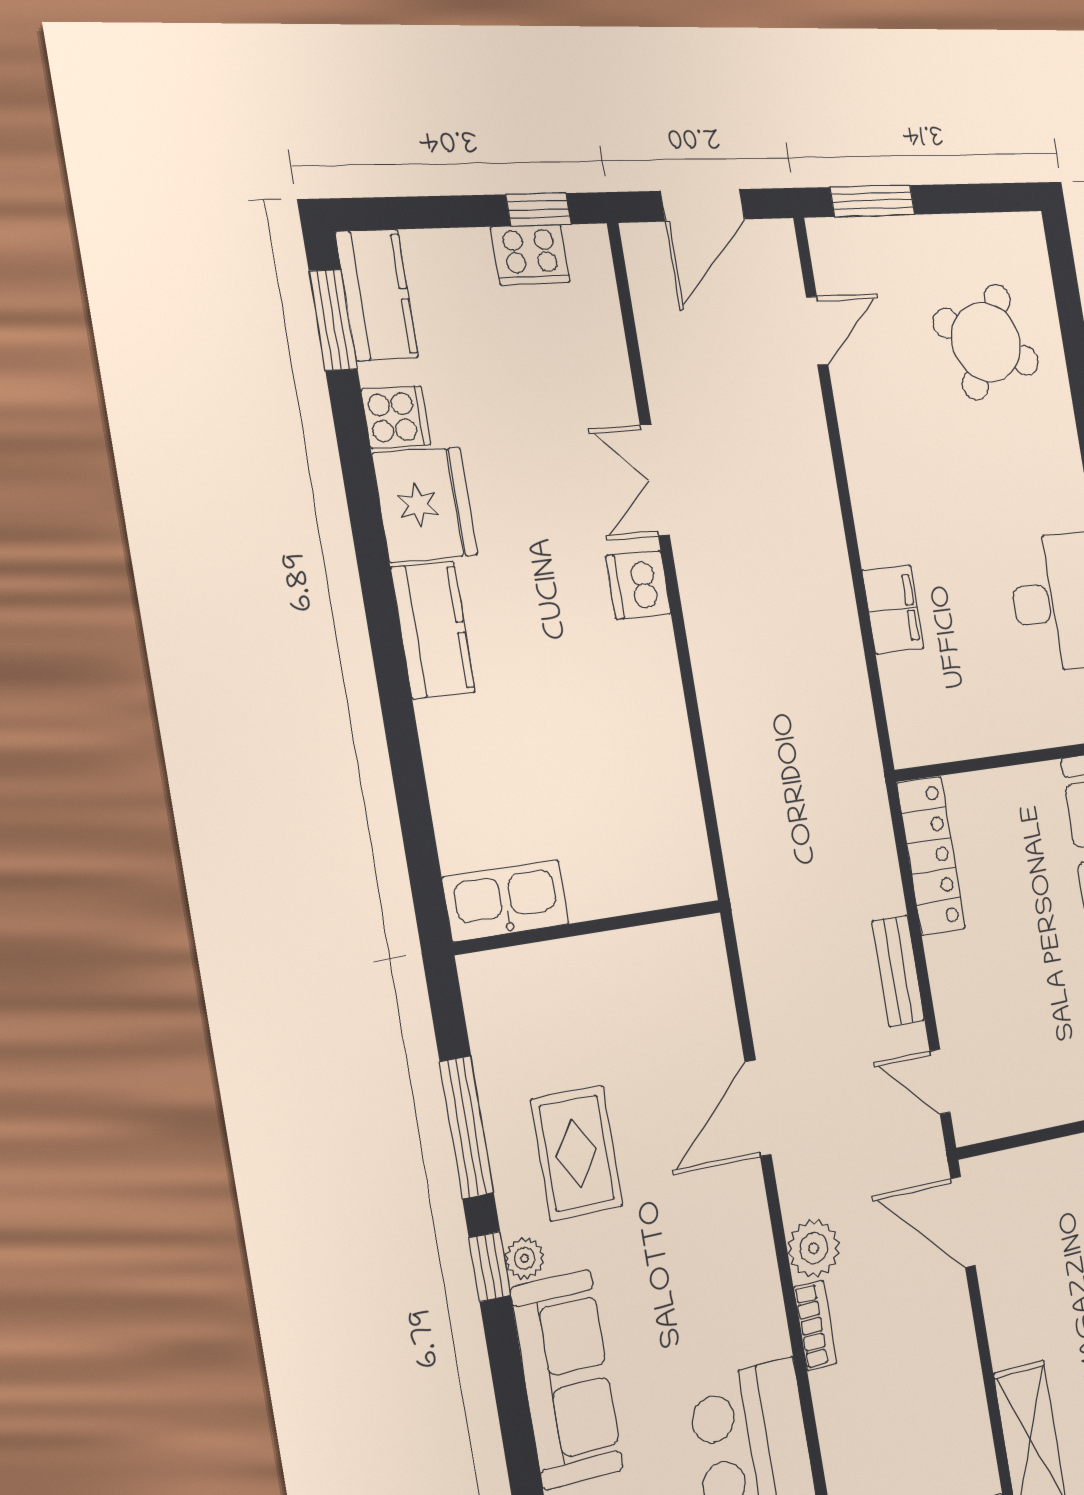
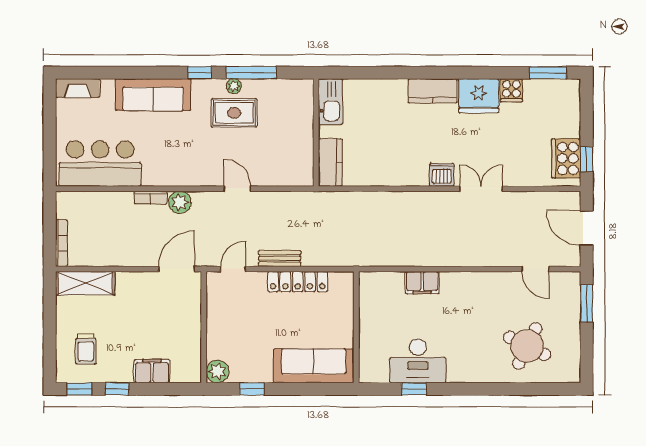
cooker: (531, 255) -> (566, 158), width x1.37, depth x1.31
kitchen counter: (377, 295) -> (330, 162), moved, turned -90
locker: (931, 856) -> (298, 282), moved
door: (758, 1108) -> (237, 189), width x0.73
plant: (525, 1258) -> (234, 86), moved

